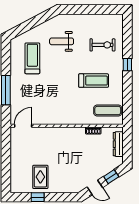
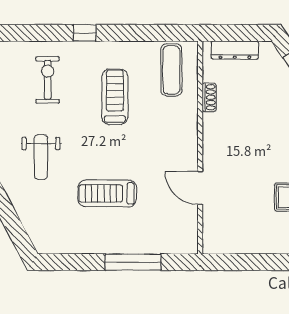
treadmill: (32, 58) -> (107, 193), moved
door: (23, 126) -> (200, 188), moved

